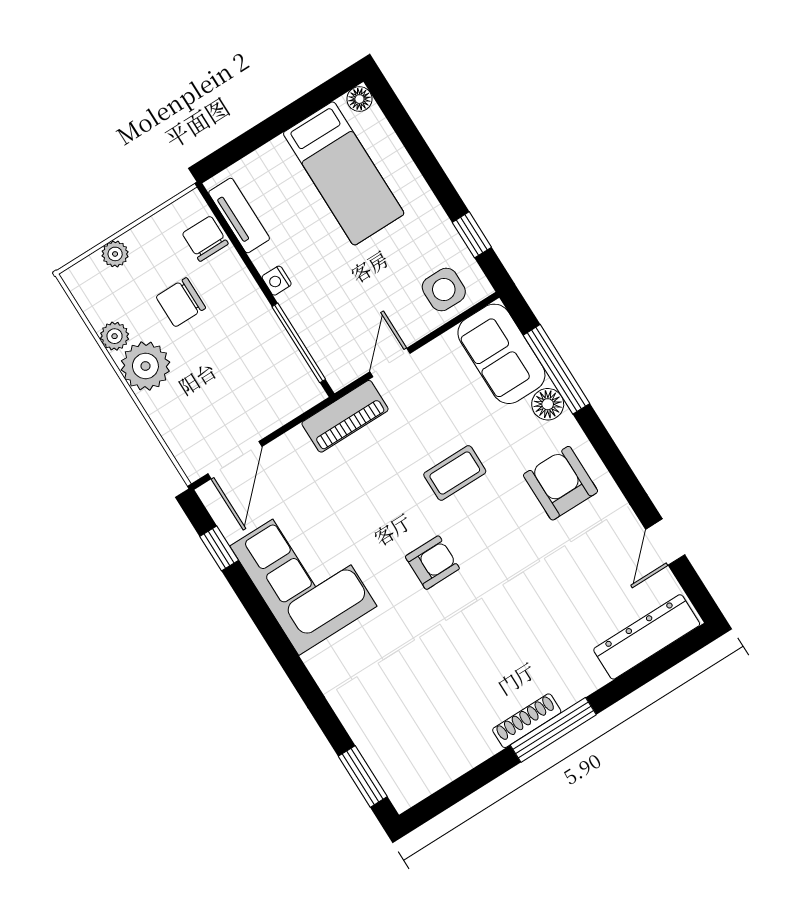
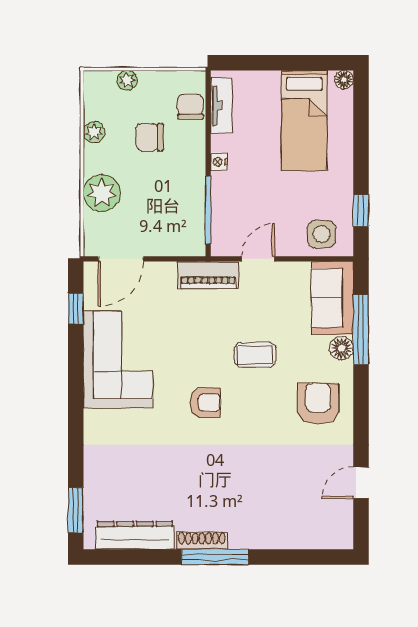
plant: (145, 366) -> (102, 193), moved
dresser: (647, 637) -> (135, 535), moved

